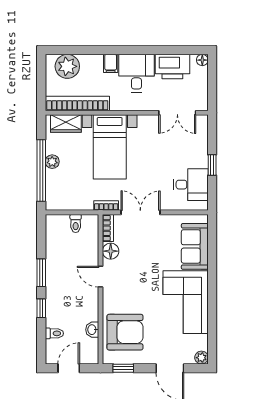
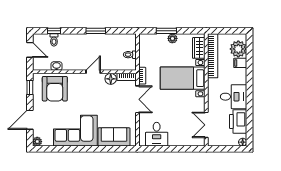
filing cabinet: (111, 63) -> (240, 63), moved
window: (212, 165) -> (170, 149), removed
window: (41, 170) -> (166, 31), width x0.47
window: (41, 308) -> (54, 31), moved

